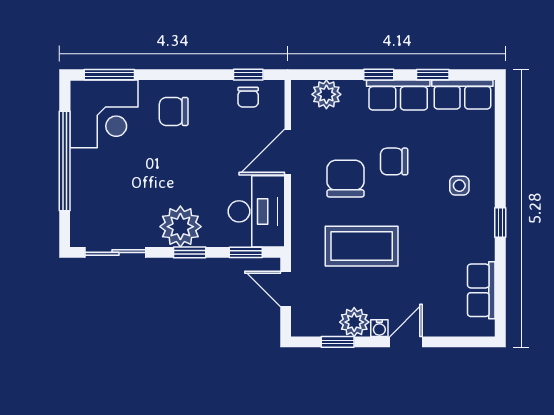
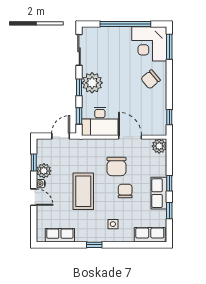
plant: (326, 94) -> (159, 146), moved
row of seats: (462, 94) -> (150, 235), moved, turned 90
chair: (248, 97) -> (158, 117), removed
chair: (174, 111) -> (150, 79), turned -130
chair: (345, 179) -> (116, 166), turned 90
coffee table: (362, 246) -> (83, 191), moved

